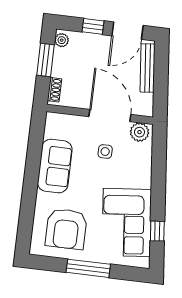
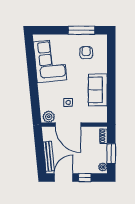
armchair: (66, 229) -> (86, 53), width x0.53, depth x0.53
window: (157, 231) -> (31, 58), removed
window: (88, 268) -> (81, 30), moved

